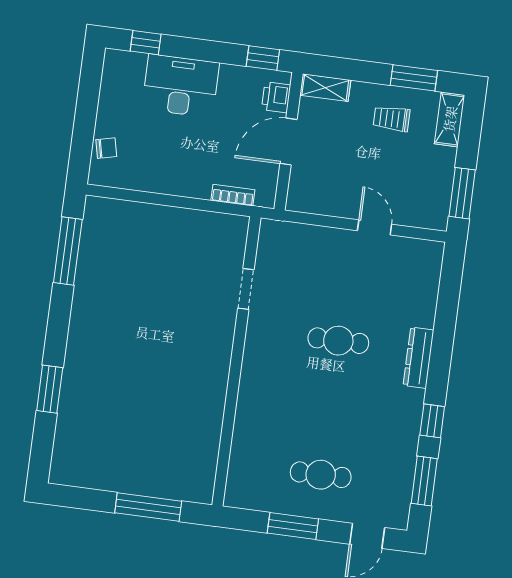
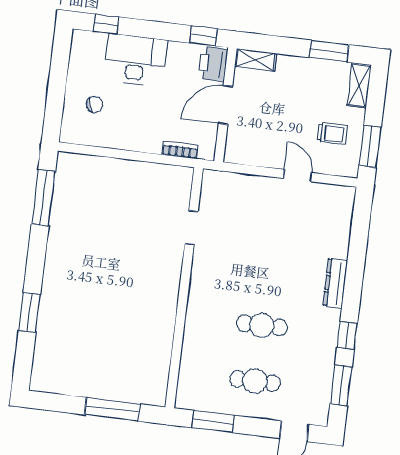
printer: (276, 97) -> (213, 64), width x1.36, depth x1.24
trolley: (392, 119) -> (332, 134), moved, turned 180
chair: (106, 148) -> (95, 105), moved
cafe table: (338, 341) -> (262, 325), moved
window: (293, 526) -> (213, 422), moved

